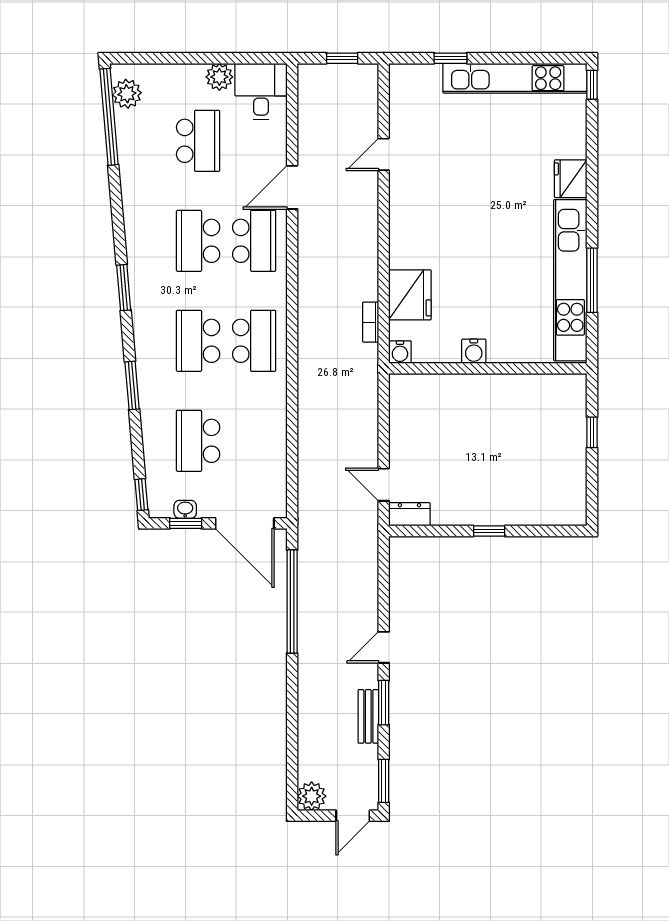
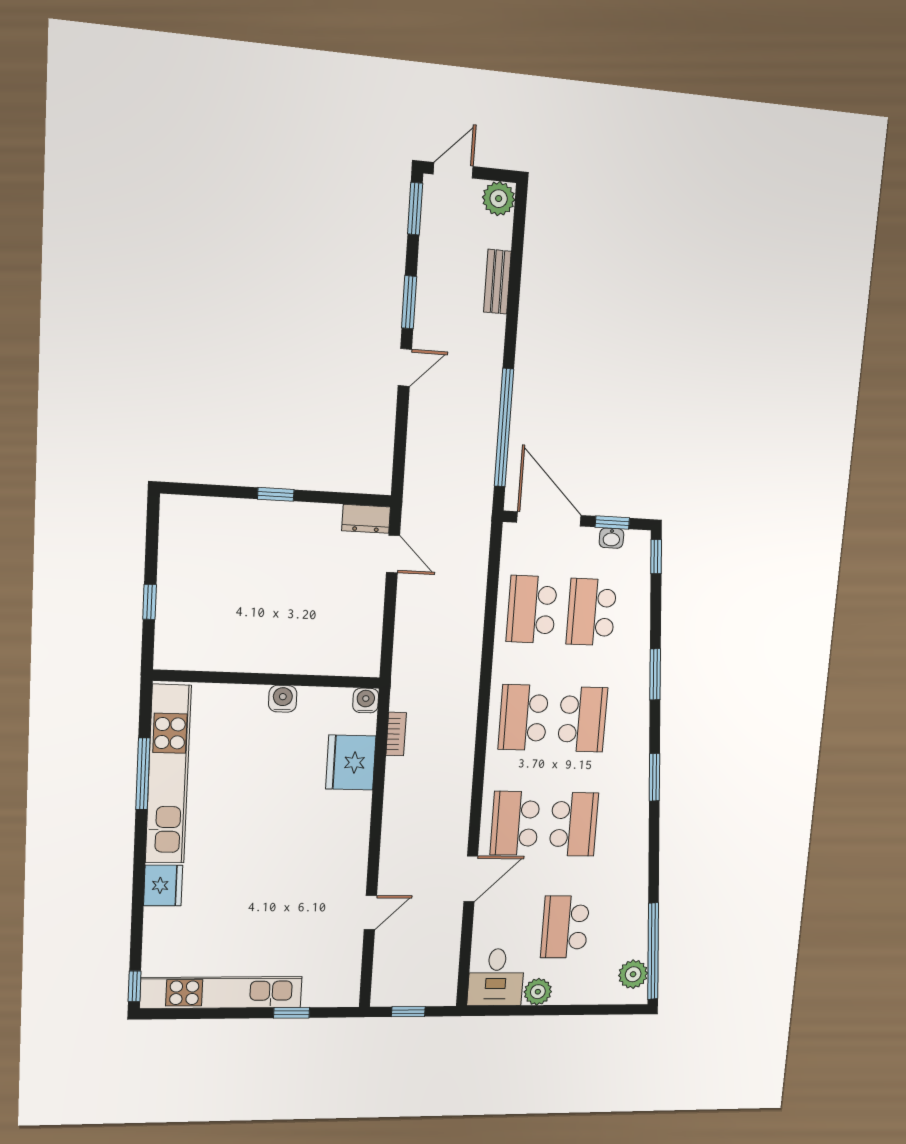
school desk: (198, 441) -> (591, 612), turned 180
school desk: (254, 441) -> (532, 609), added
bench: (368, 716) -> (497, 282), moved

